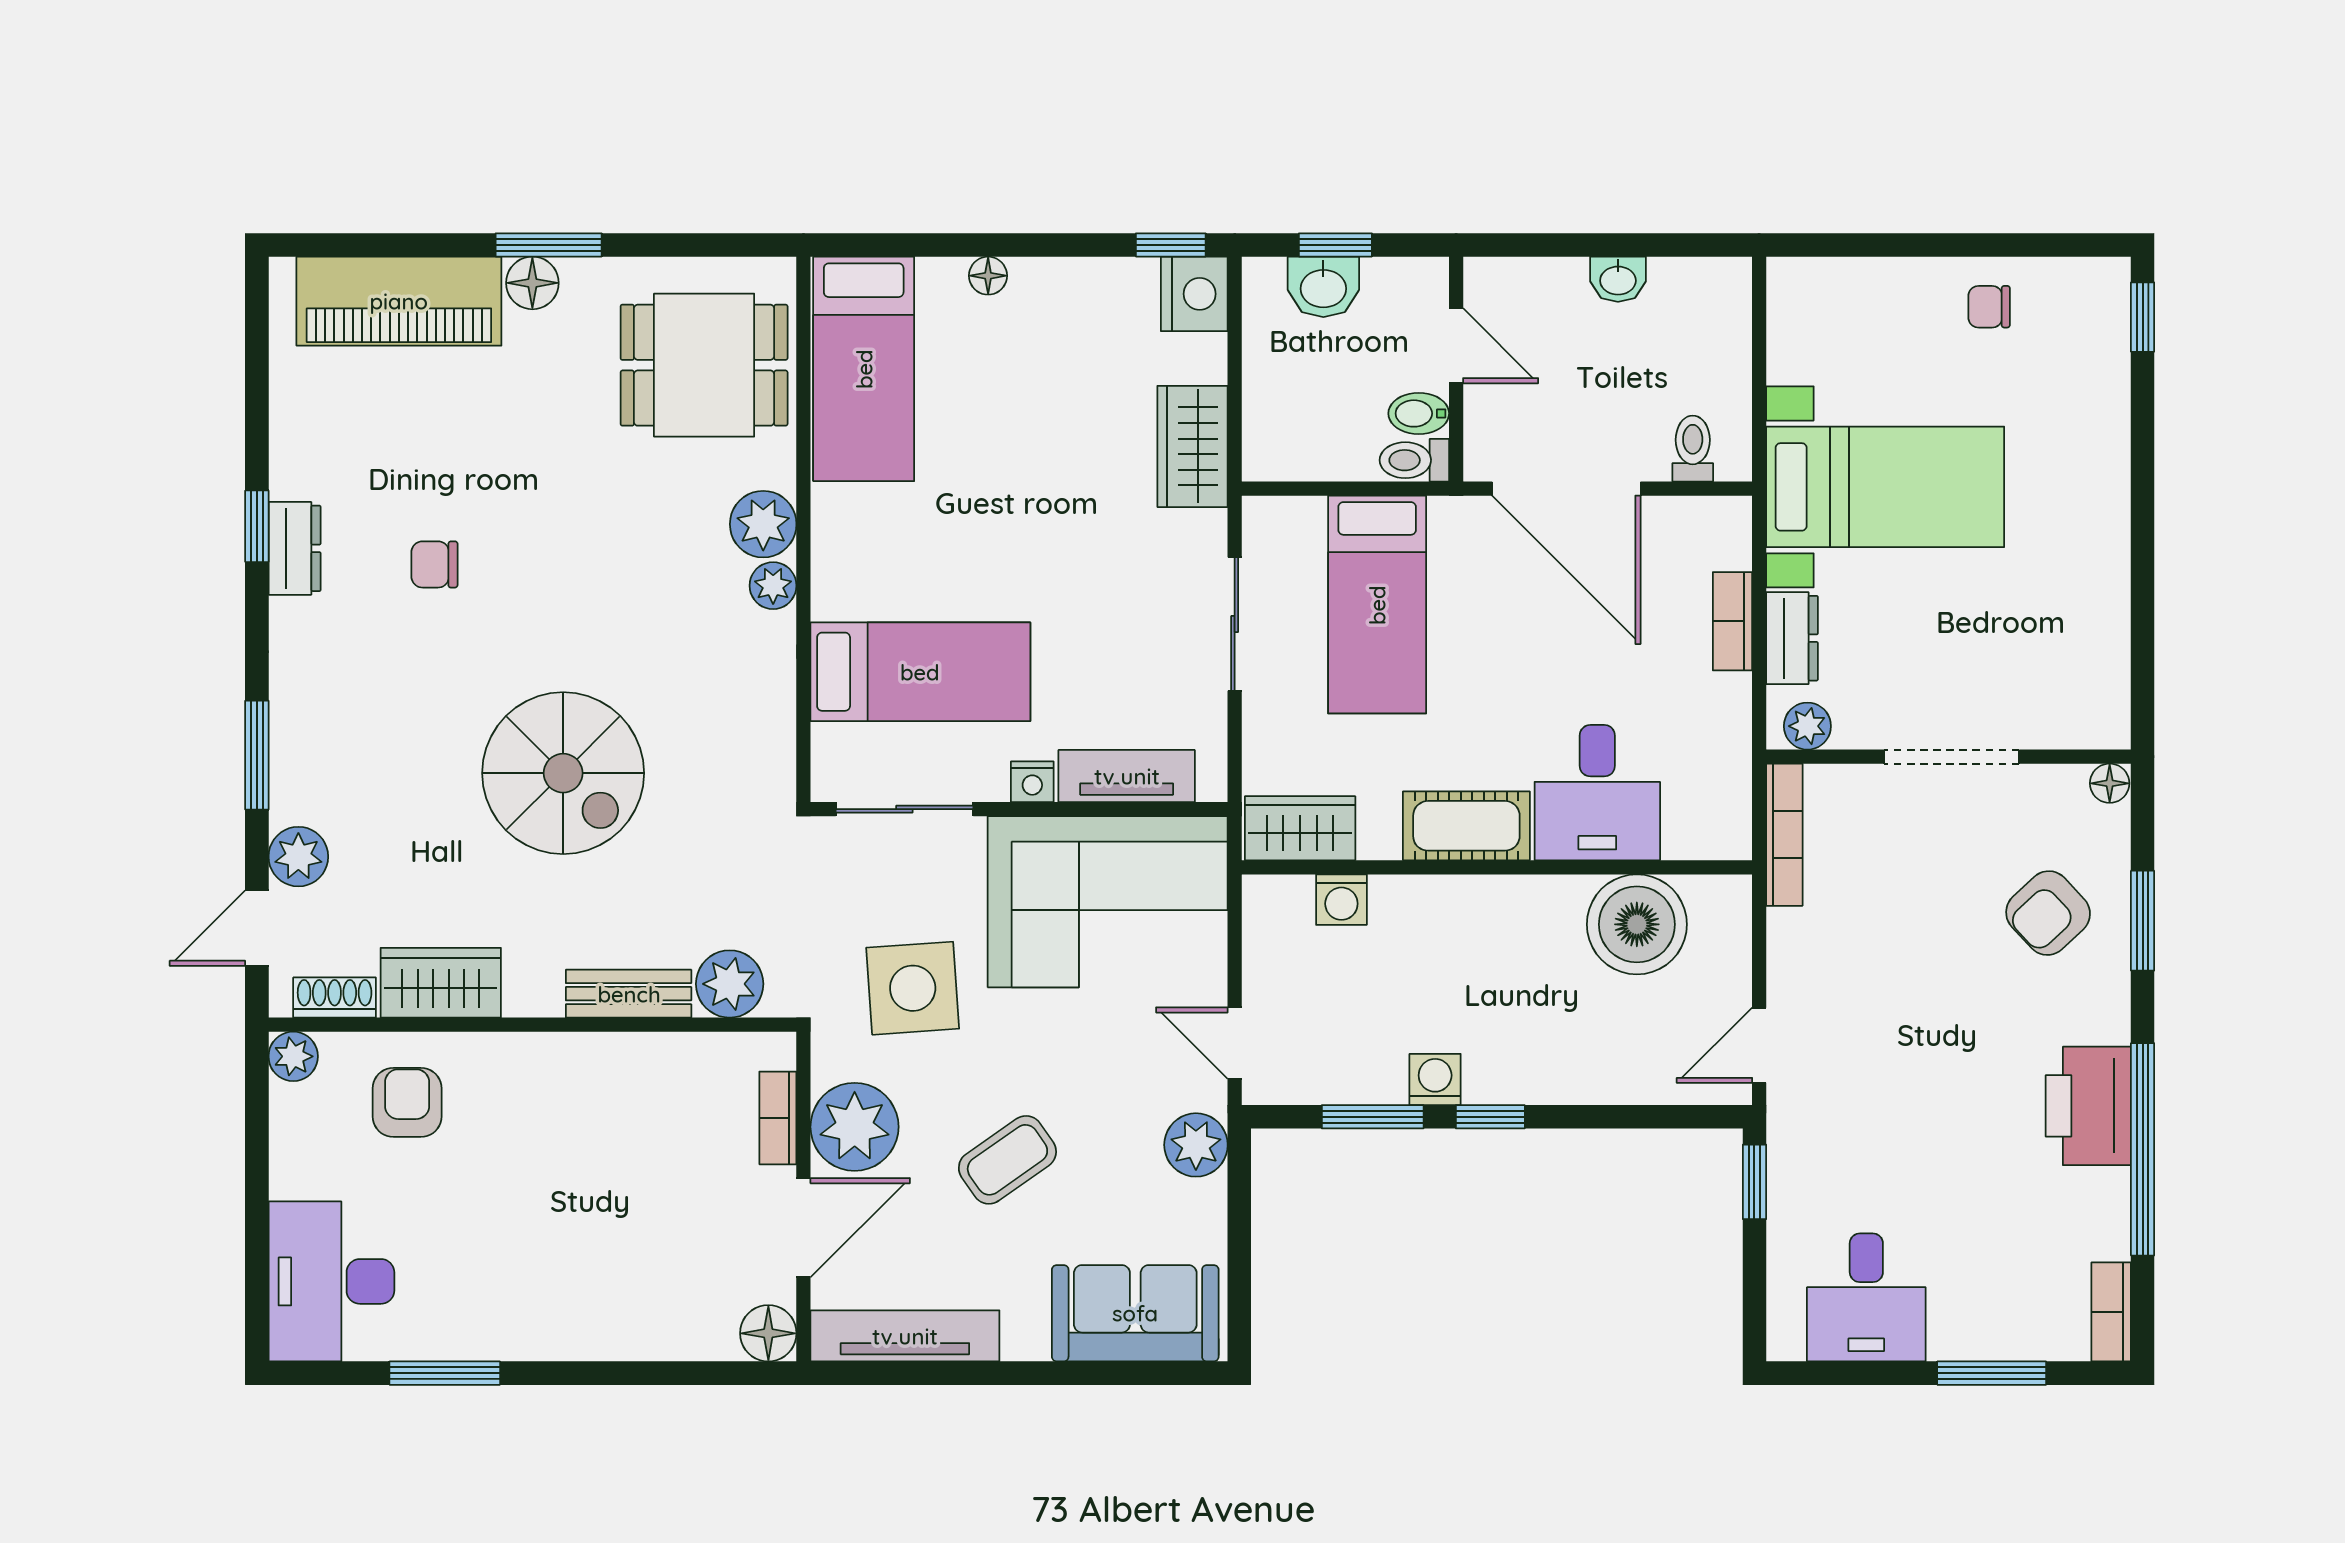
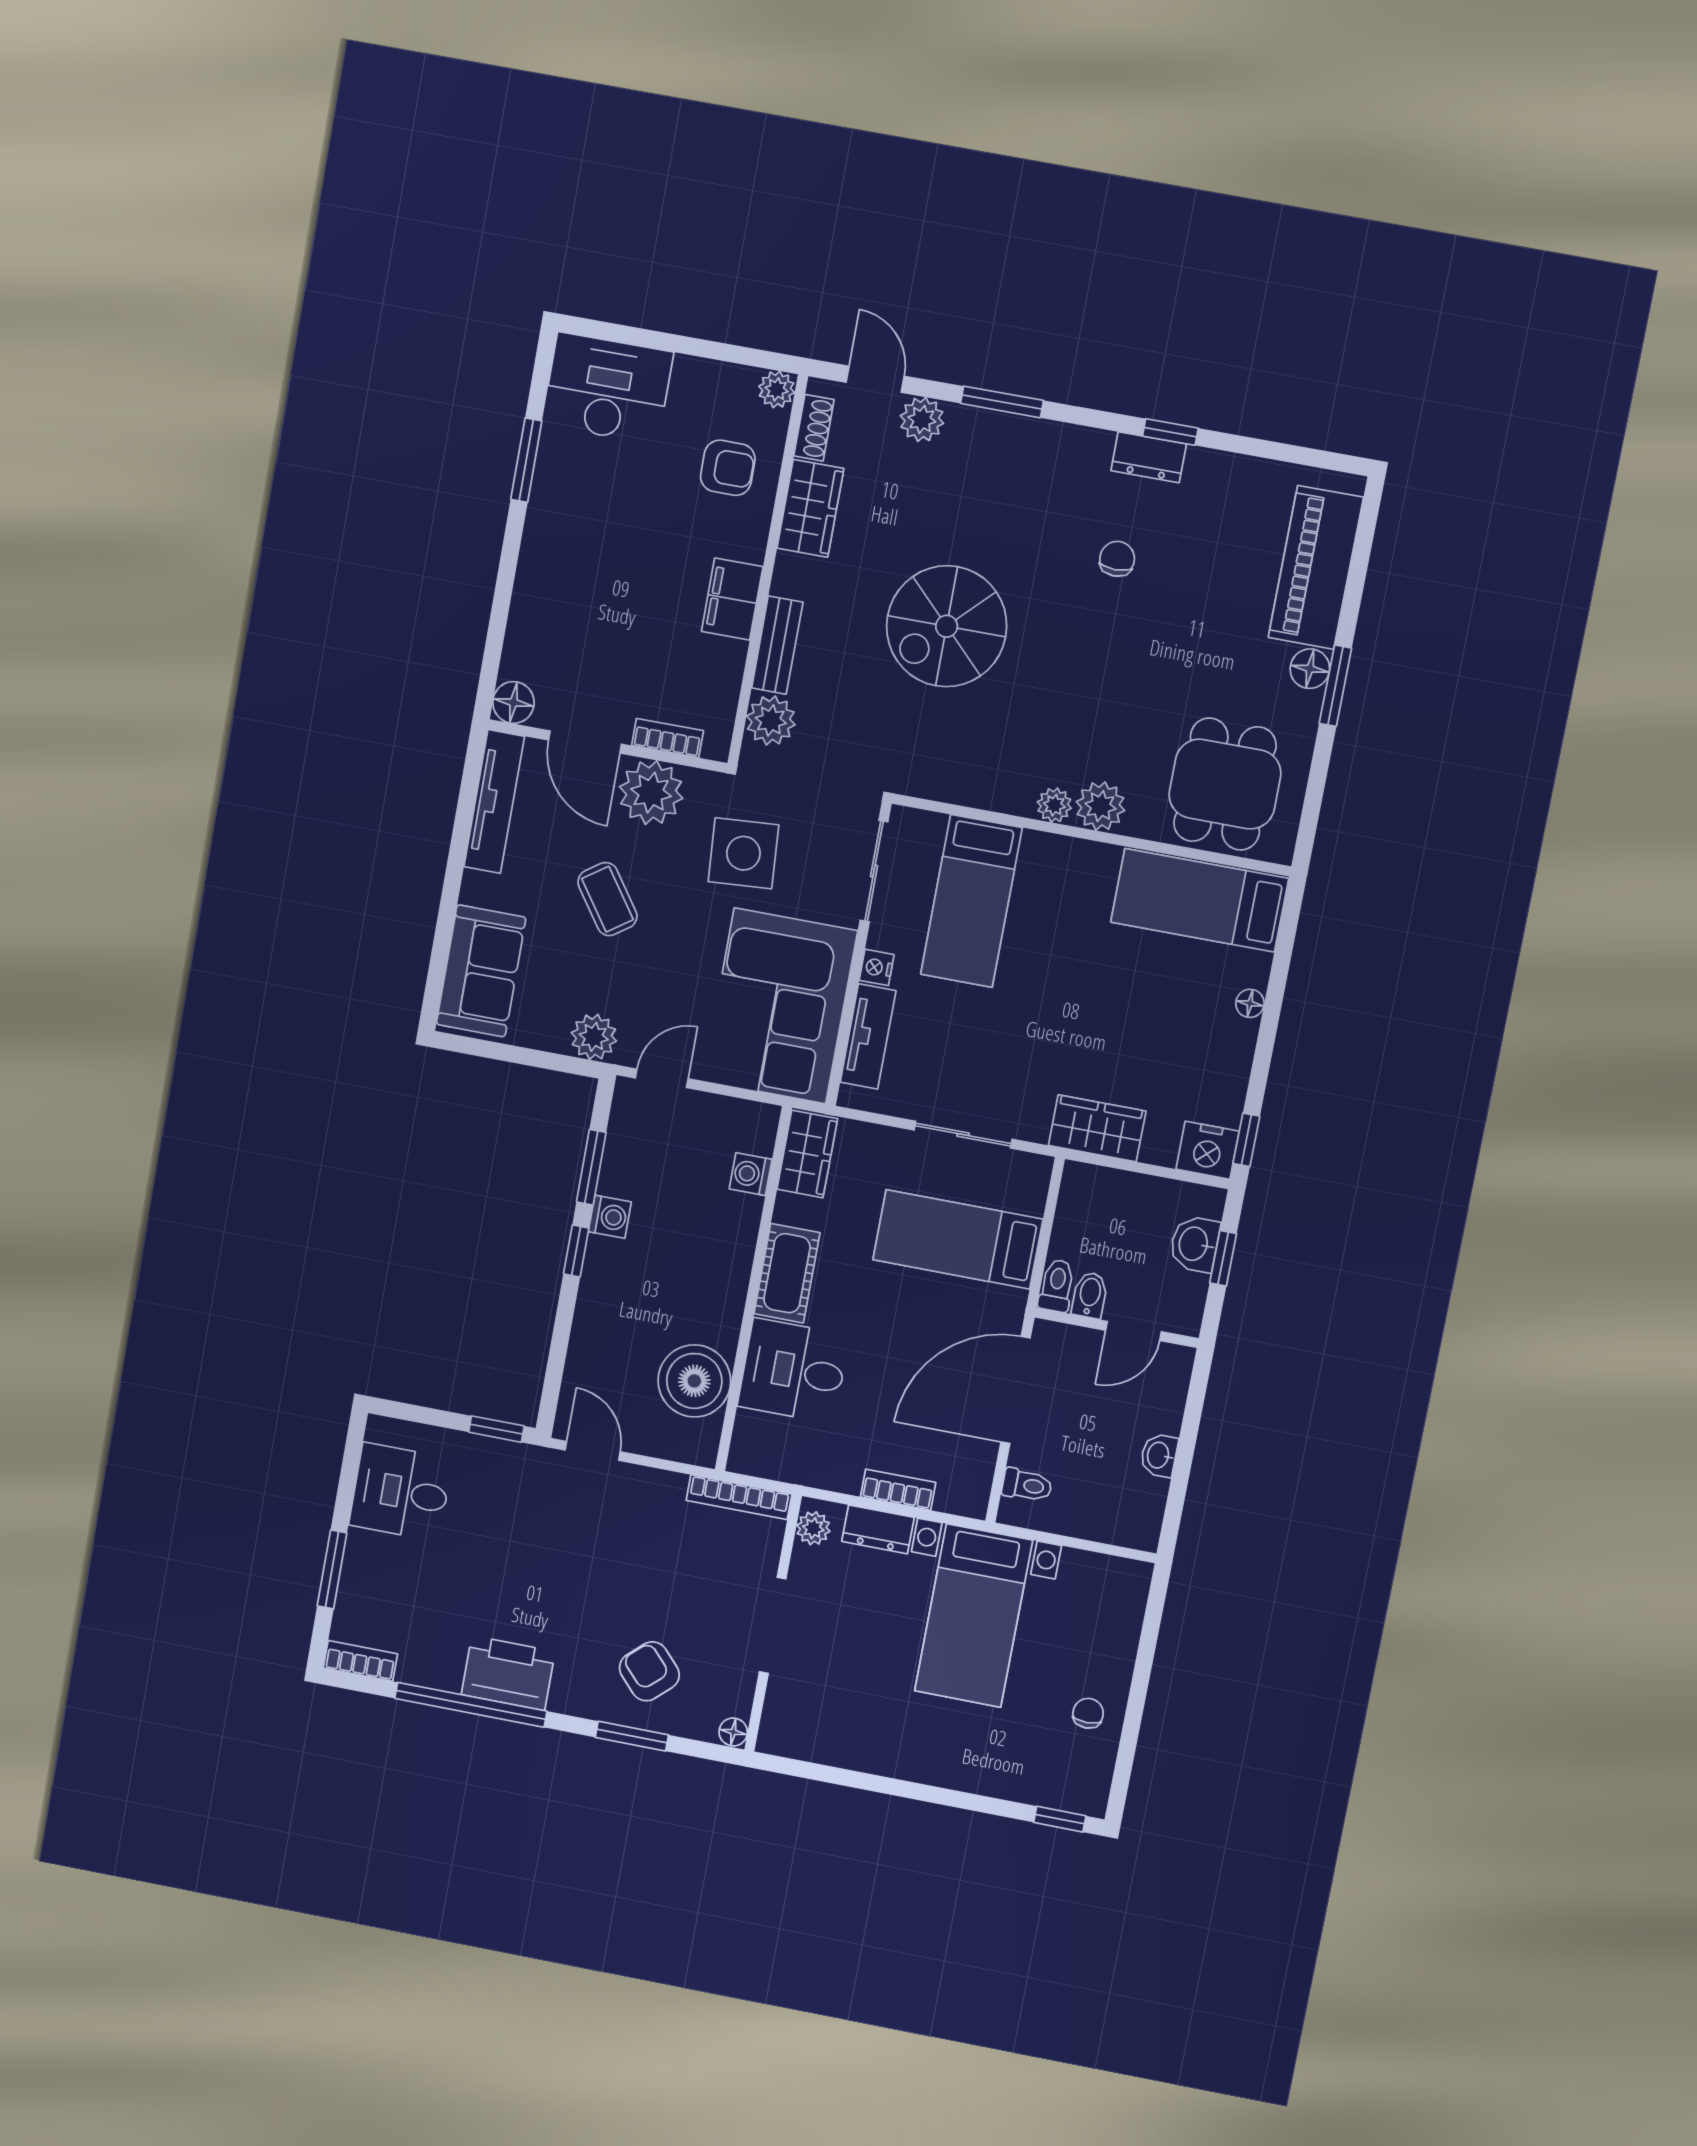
filing cabinet: (579, 1065) -> (732, 599), added

